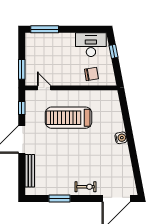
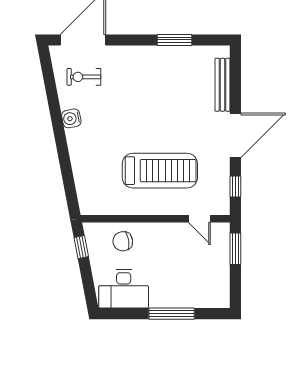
window: (45, 29) -> (172, 314), moved
window: (114, 51) -> (81, 247), moved
water cooler: (121, 138) -> (71, 118), moved
exercise bike: (85, 187) -> (84, 77), moved

